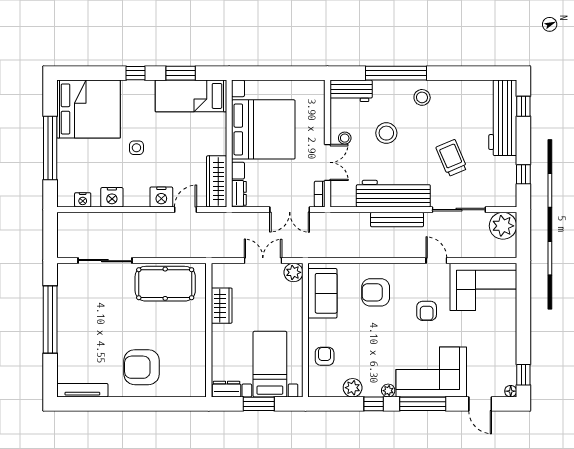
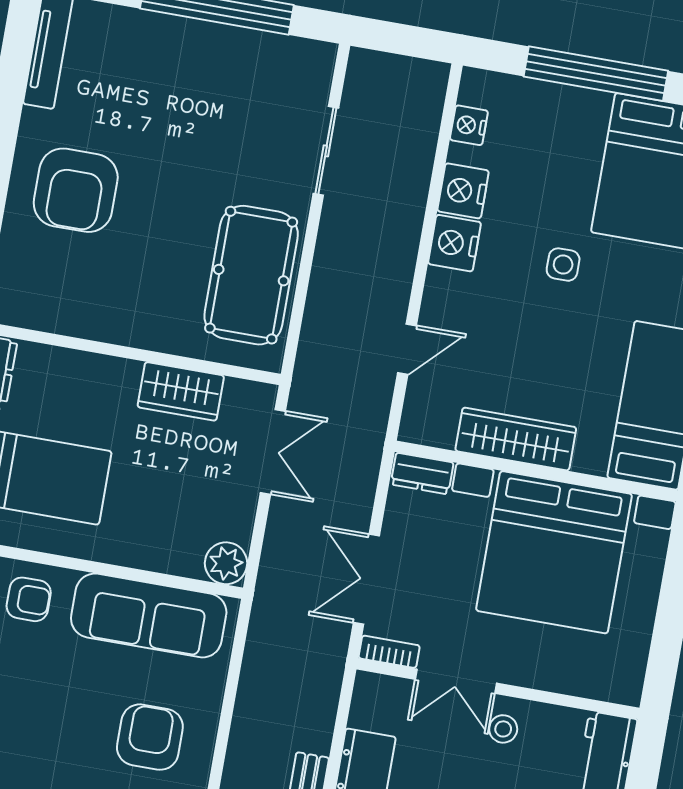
wardrobe: (217, 181) -> (516, 439), moved
nightstand: (161, 197) -> (454, 243), moved
door: (186, 210) -> (407, 349), hinge flipped
sliding door: (105, 261) -> (326, 151), width x0.73
double door: (263, 261) -> (273, 452), moved
sofa: (322, 293) -> (149, 615), width x1.36
armchair: (142, 367) -> (76, 190), turned 180

